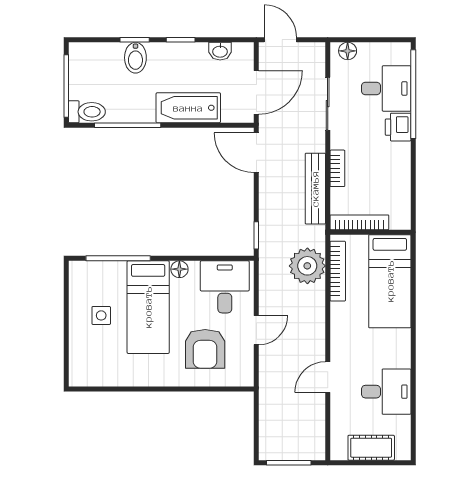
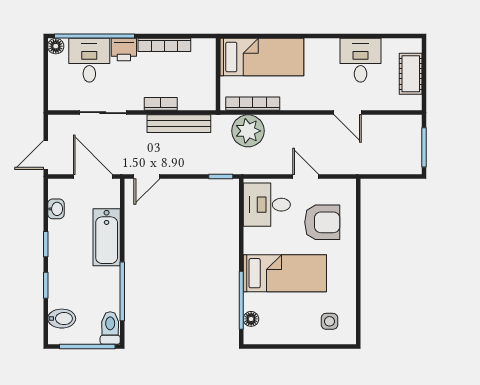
floor lamp: (348, 51) -> (56, 46), moved
bidet: (135, 58) -> (62, 319), moved
door: (256, 153) -> (147, 176), width x0.73
bookcase: (359, 222) -> (164, 45), moved, turned -90
floor lamp: (179, 269) -> (251, 319), moved
side table: (101, 315) -> (329, 321), moved

